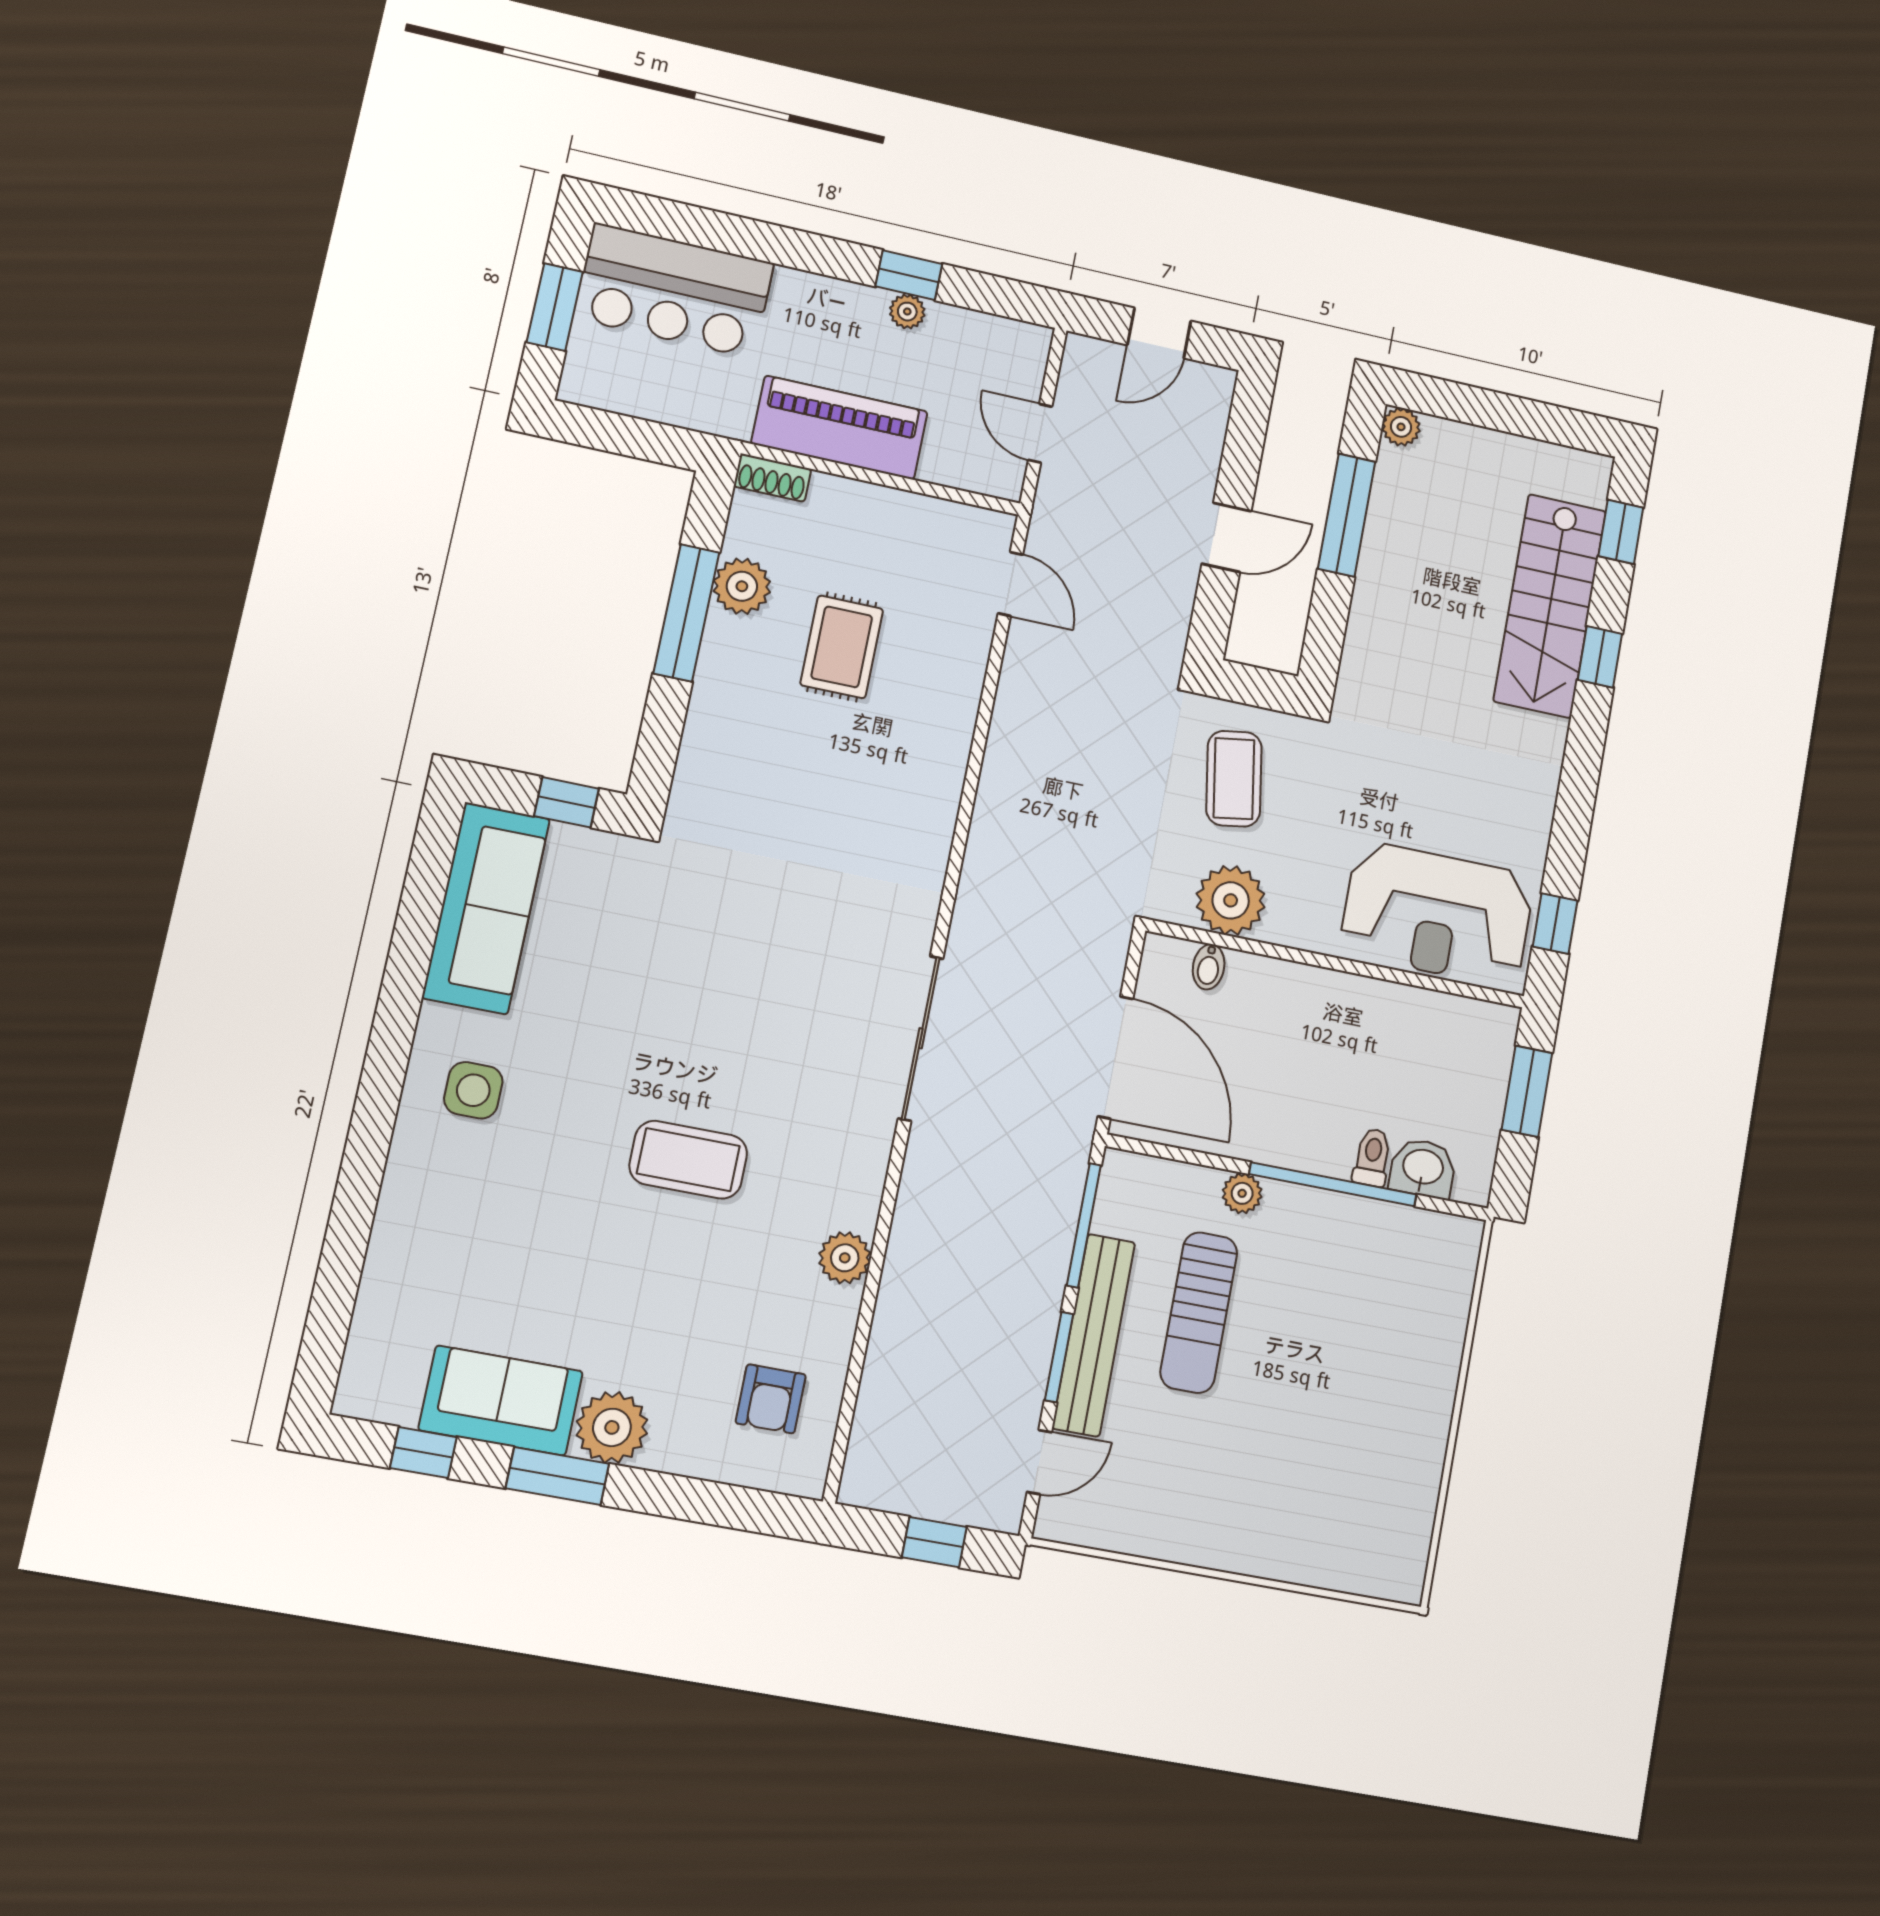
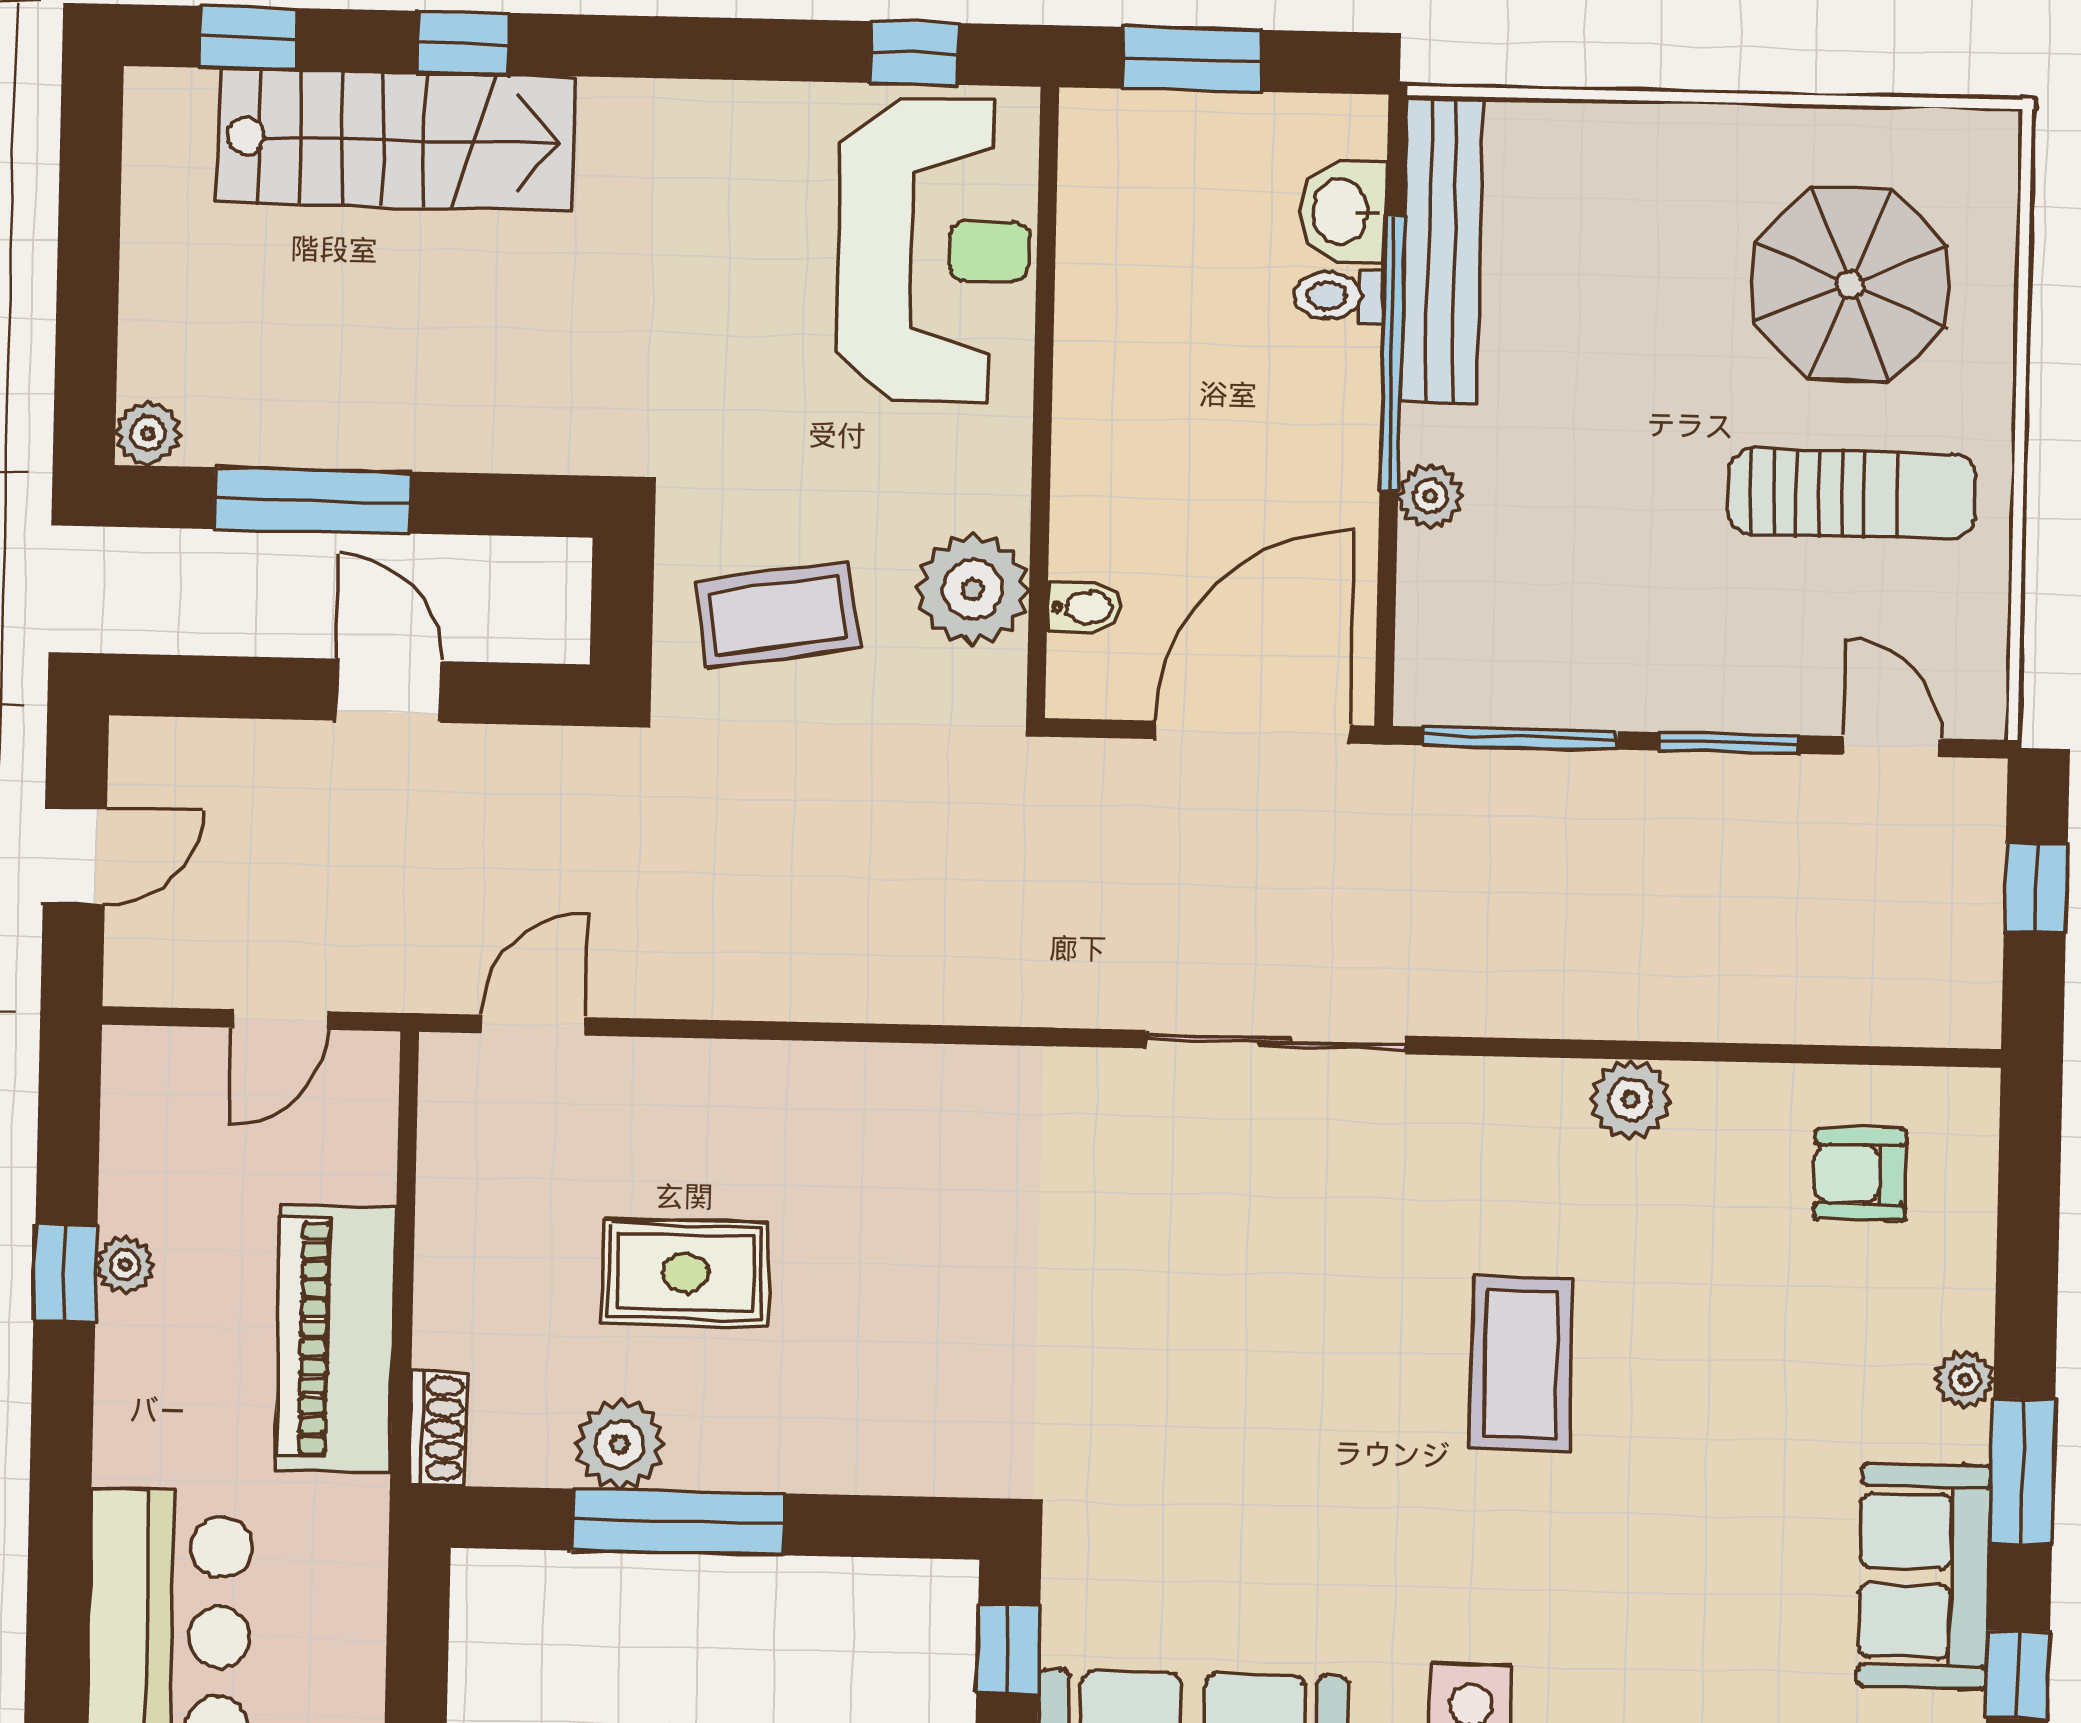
door: (1159, 333) -> (75, 856), hinge flipped
sun lounger: (1199, 1313) -> (1852, 494), moved
bench: (1094, 1335) -> (1442, 250), moved, turned 90
armchair: (771, 1399) -> (1860, 1174), turned 180
plant: (612, 1427) -> (1965, 1380), width x0.53, depth x0.53
parasol: (1330, 1480) -> (1850, 284), added

